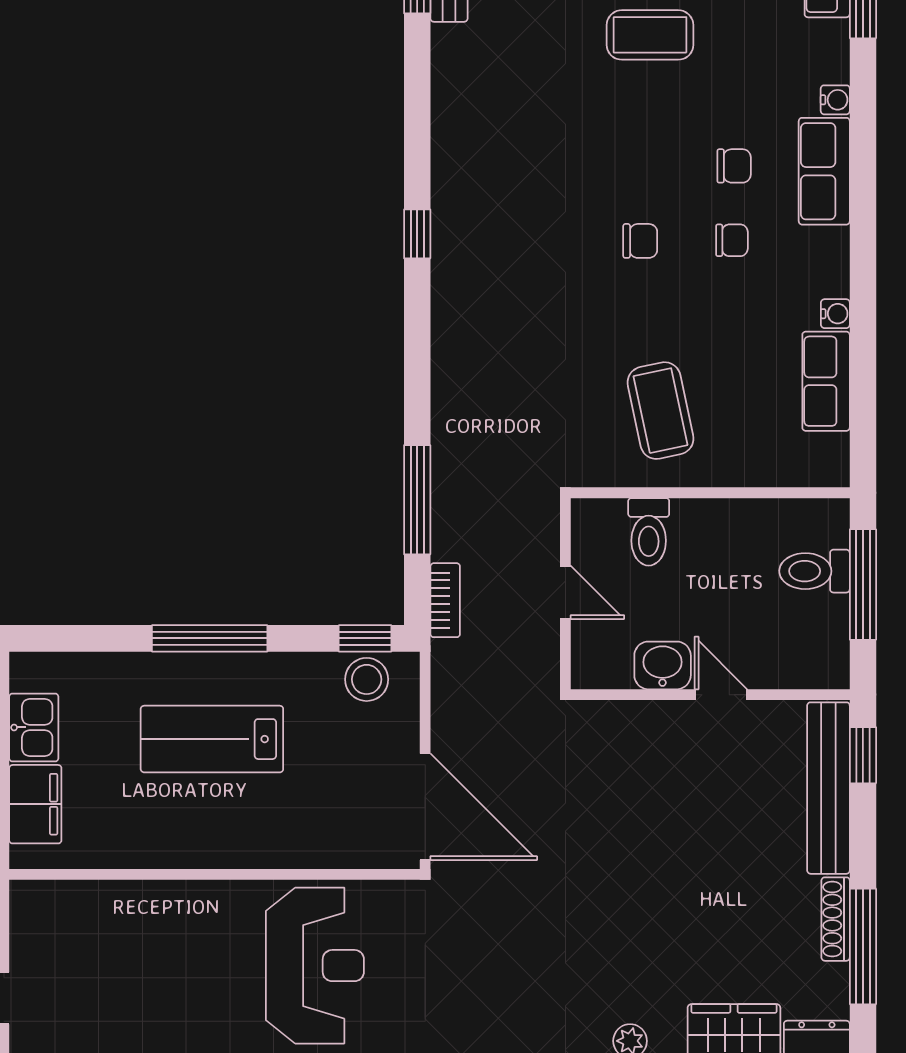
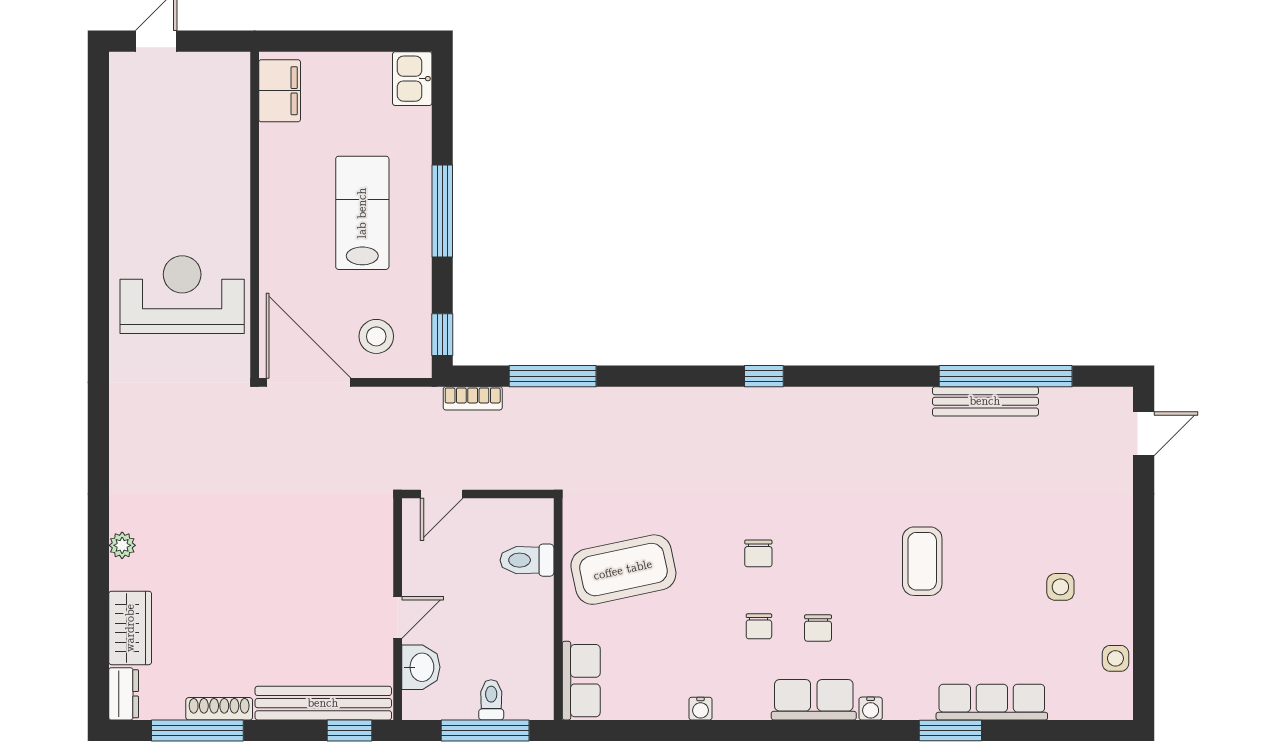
row of seats: (826, 381) -> (581, 681), moved, turned 90
coffee table: (661, 411) -> (623, 570), width x1.36, depth x1.32
toilet: (815, 571) -> (491, 700), width x0.73, depth x0.72
door: (565, 592) -> (442, 494), moved
washbasin: (663, 665) -> (421, 667), moved
stool: (367, 679) -> (376, 336), moved
kitchen sink: (34, 727) -> (412, 79), moved, turned 90
filing cabinet: (35, 804) -> (280, 91), moved, turned -90
door: (425, 807) -> (308, 382), swing flipped
reception desk: (315, 966) -> (182, 295), turned 180

